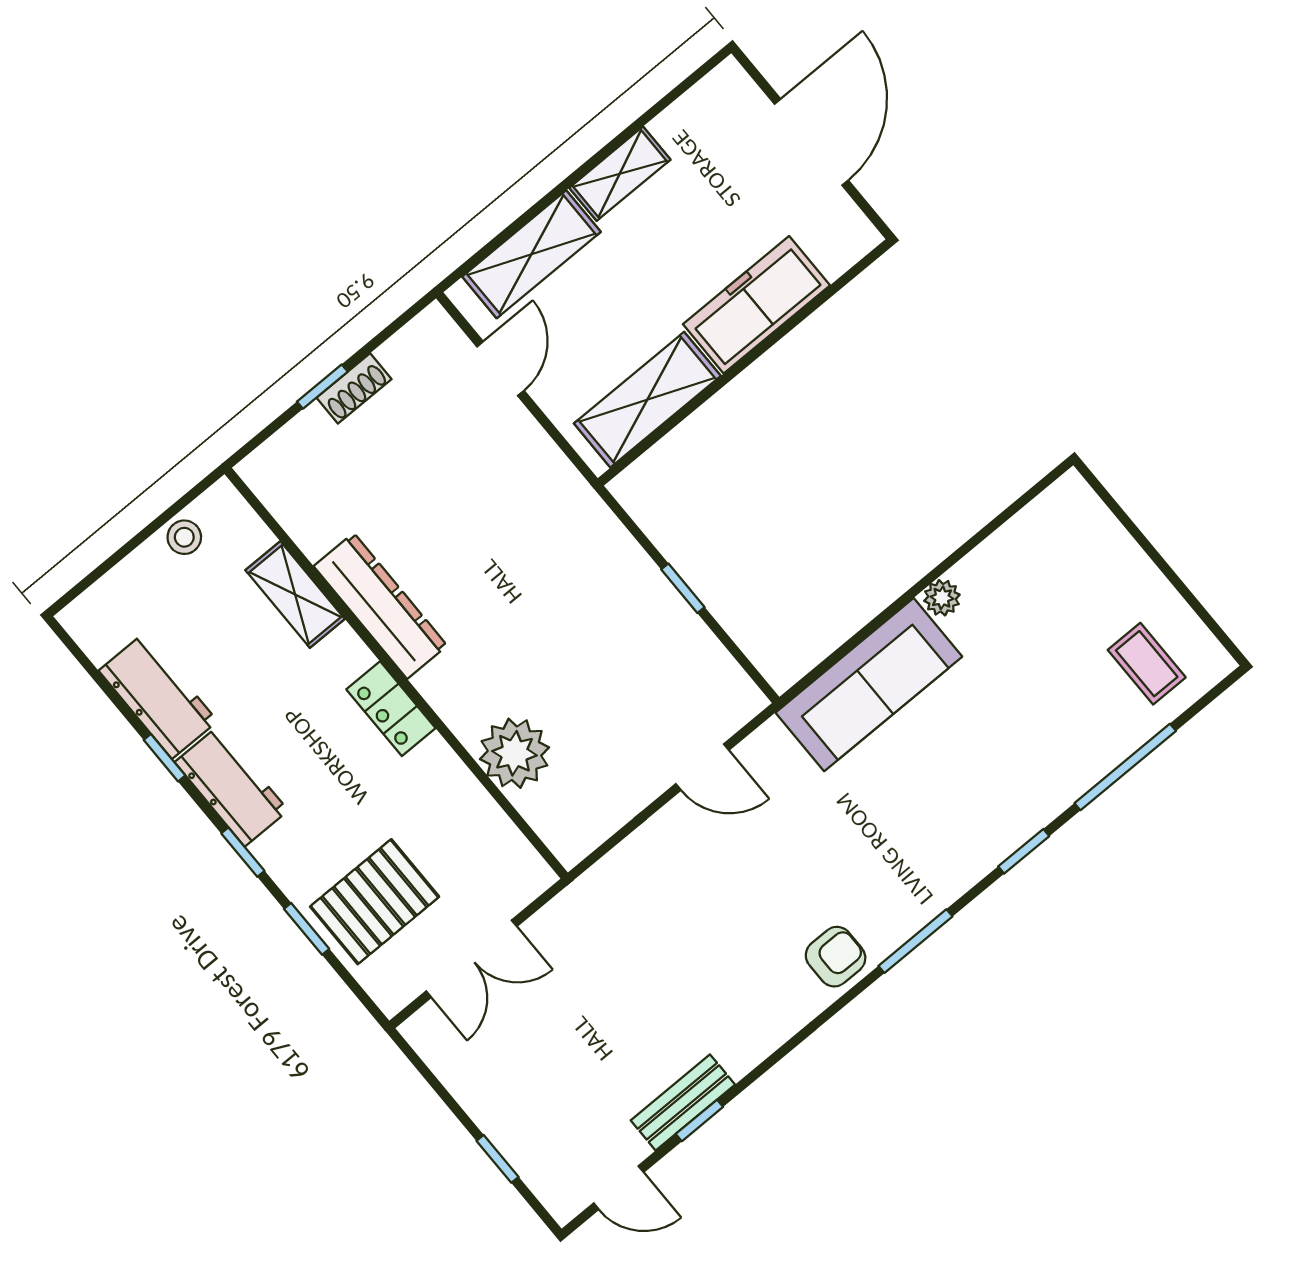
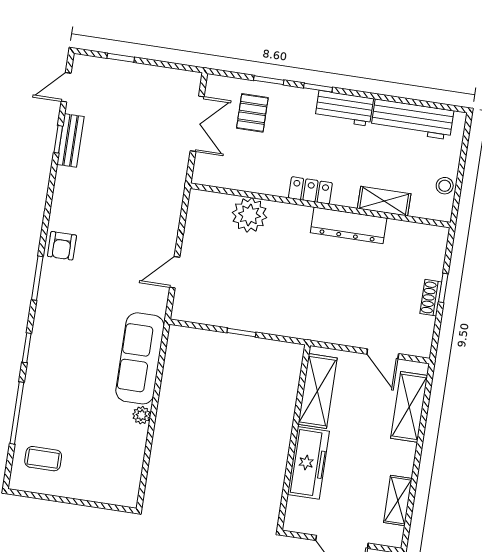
shelving: (620, 174) -> (398, 500), moved
workbench: (158, 696) -> (412, 119), width x1.38
window: (165, 758) -> (379, 97), removed
pallet: (375, 902) -> (252, 113), width x0.67, depth x0.71
double door: (471, 959) -> (197, 124), swing flipped

